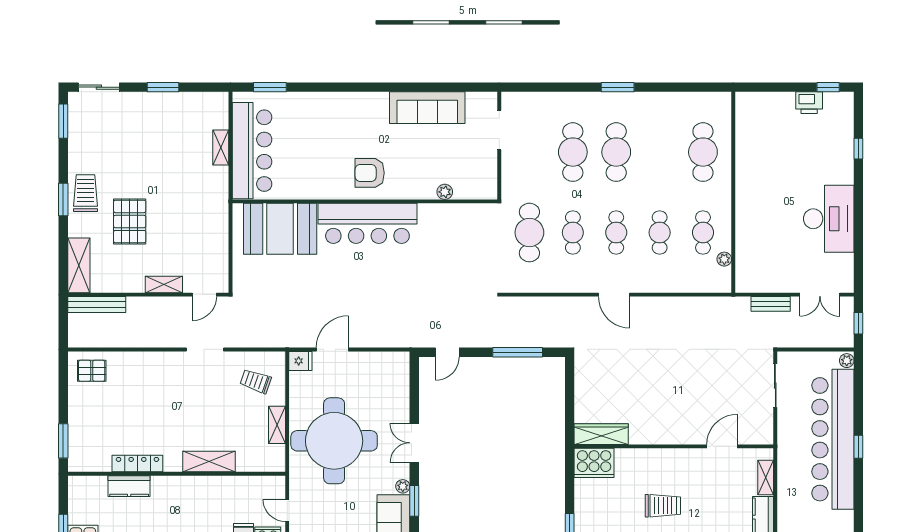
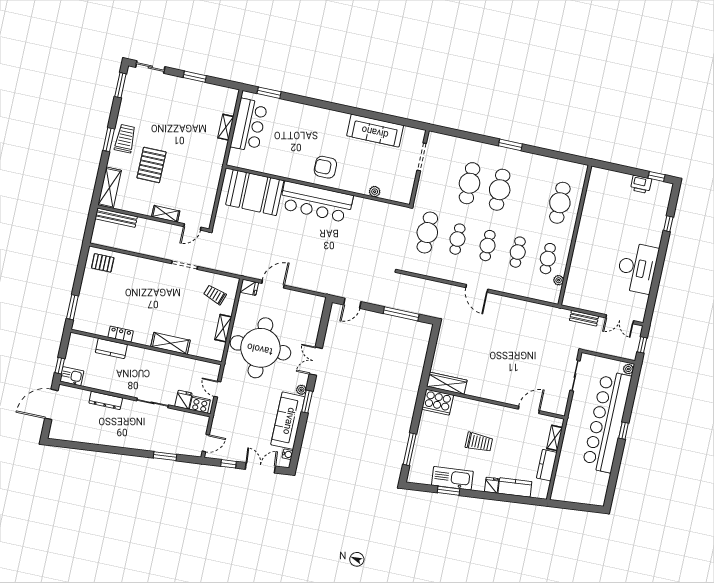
bar counter: (252, 151) -> (249, 125), width x0.73
locker: (137, 464) -> (121, 334), width x0.66

